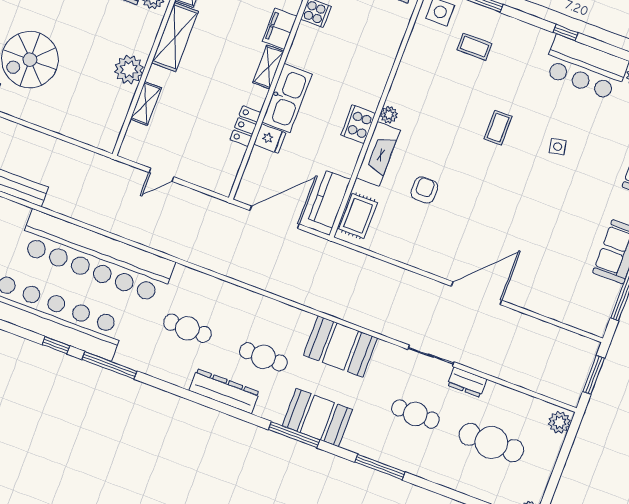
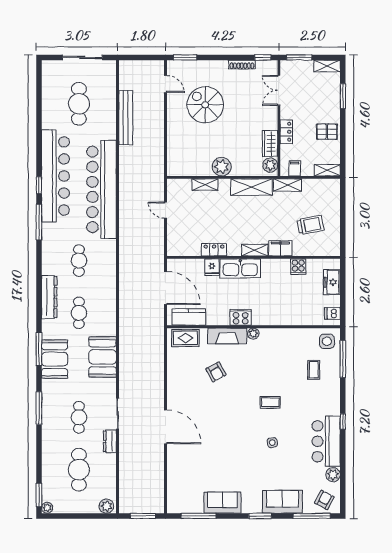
armchair: (424, 190) -> (216, 372), turned 62

